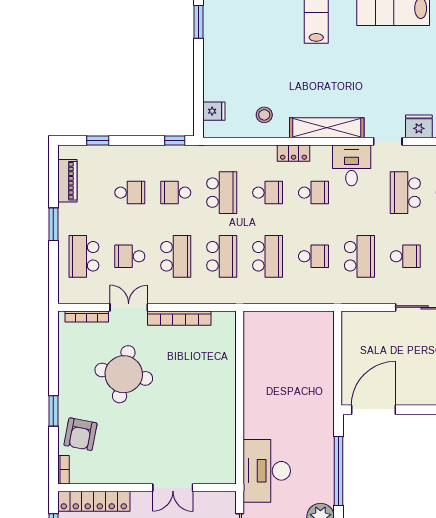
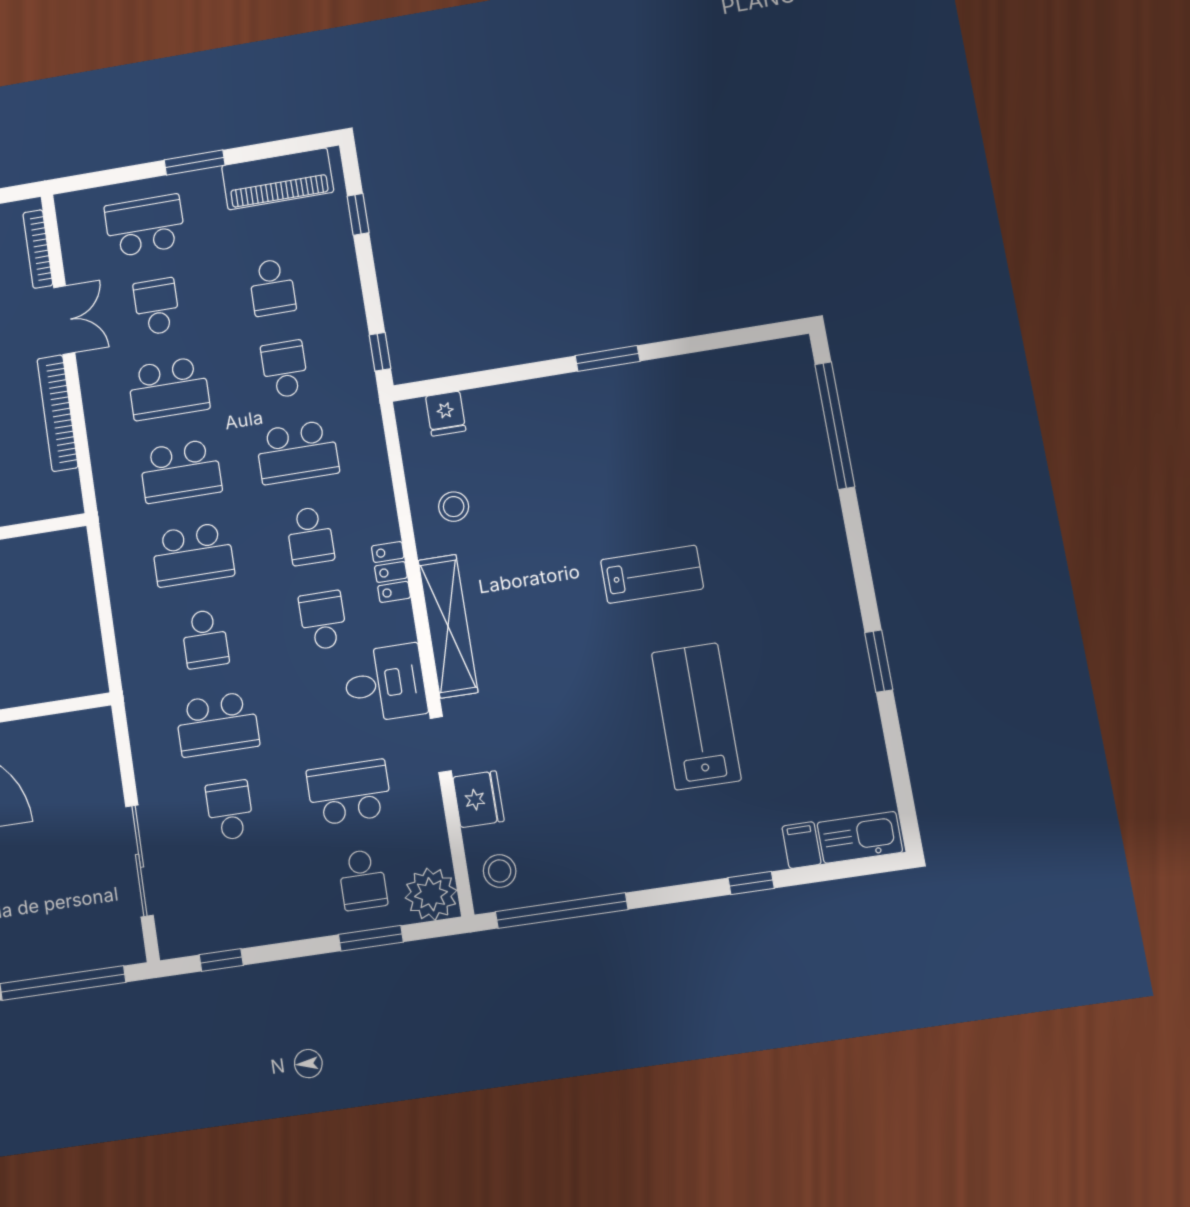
piano: (67, 181) -> (278, 179), width x1.37, depth x1.33
school desk: (314, 193) -> (323, 620), turned 180
school desk: (405, 256) -> (230, 810), turned 180

